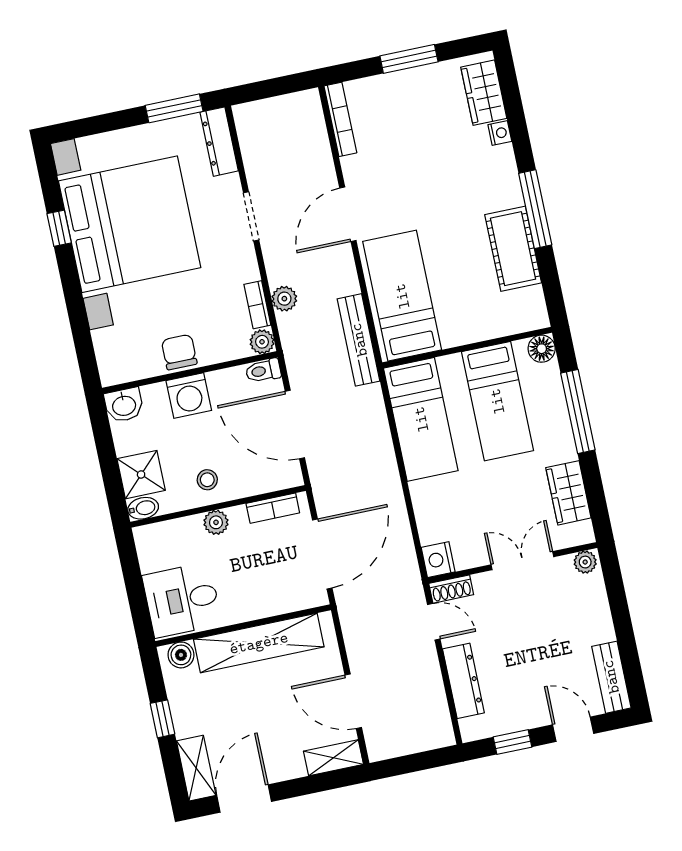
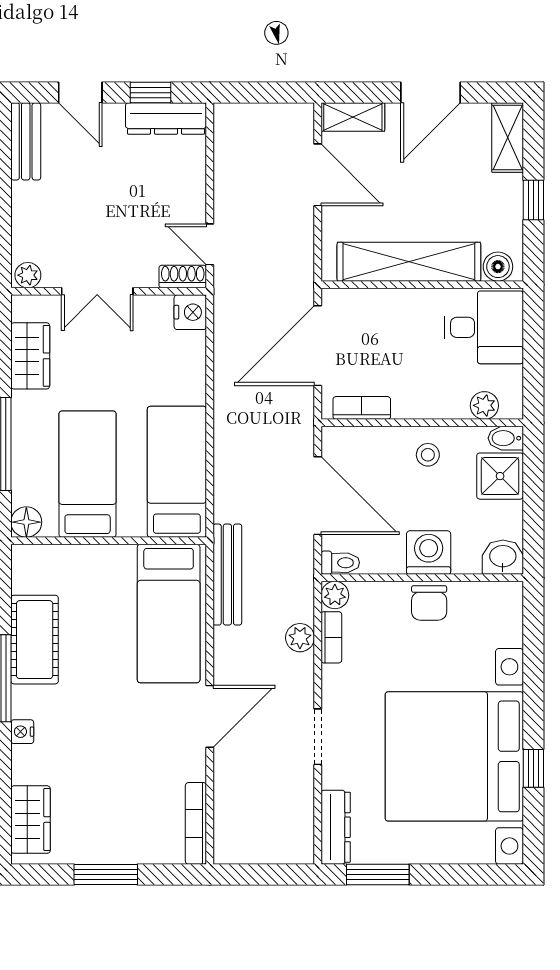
nightstand: (500, 133) -> (22, 732), moved
plant: (216, 522) -> (484, 405), moved
dresser: (463, 681) -> (166, 118), moved, turned -90
door: (244, 799) -> (430, 93), moved

